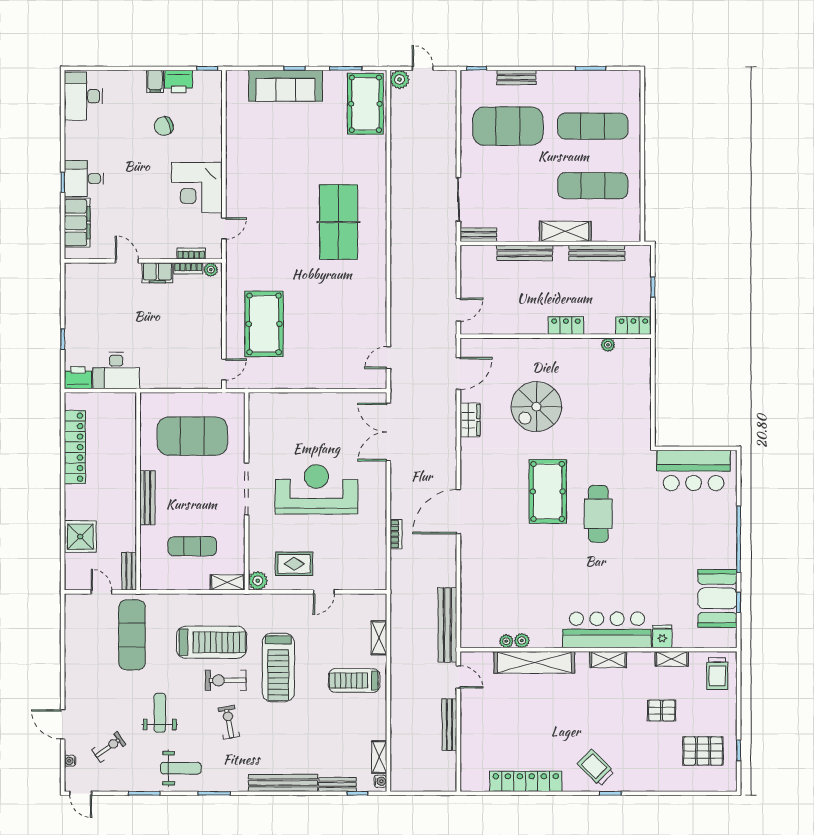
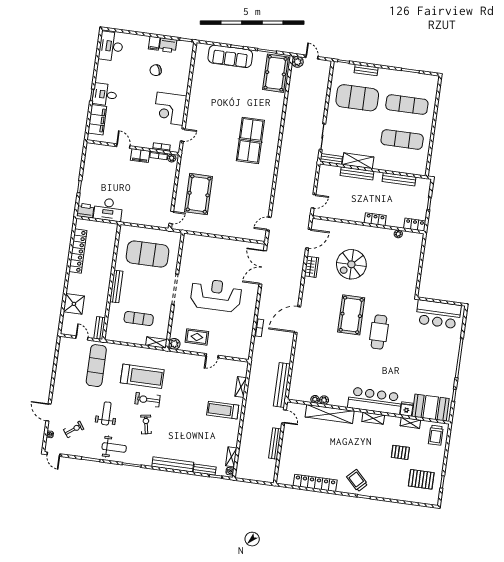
shelving: (565, 231) -> (358, 161), moved
booth: (717, 598) -> (431, 408), moved, turned 90
treadmill: (278, 667) -> (179, 396), removed

